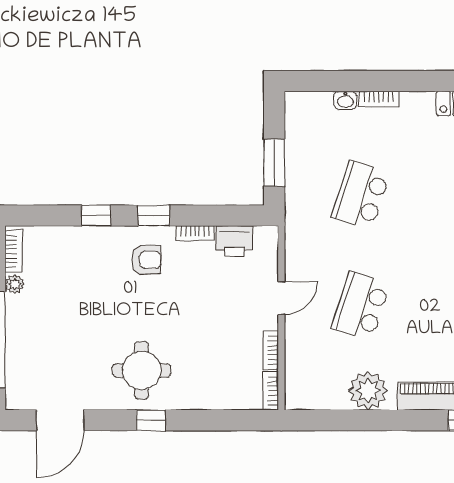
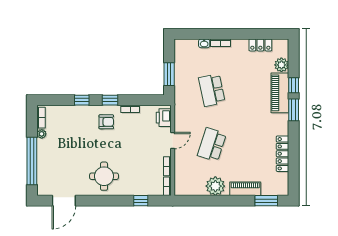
school desk: (361, 195) -> (212, 90), turned -30
printer: (234, 241) -> (164, 118), moved, turned 90
window: (151, 420) -> (141, 201), moved

